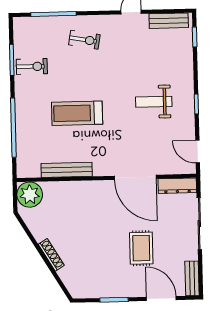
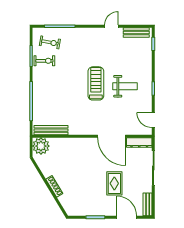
exercise bike: (84, 40) -> (50, 42), moved
weight bench: (154, 102) -> (125, 86), turned 180
treadmill: (77, 113) -> (96, 83), moved, turned 90
bench: (67, 170) -> (51, 130), moved

